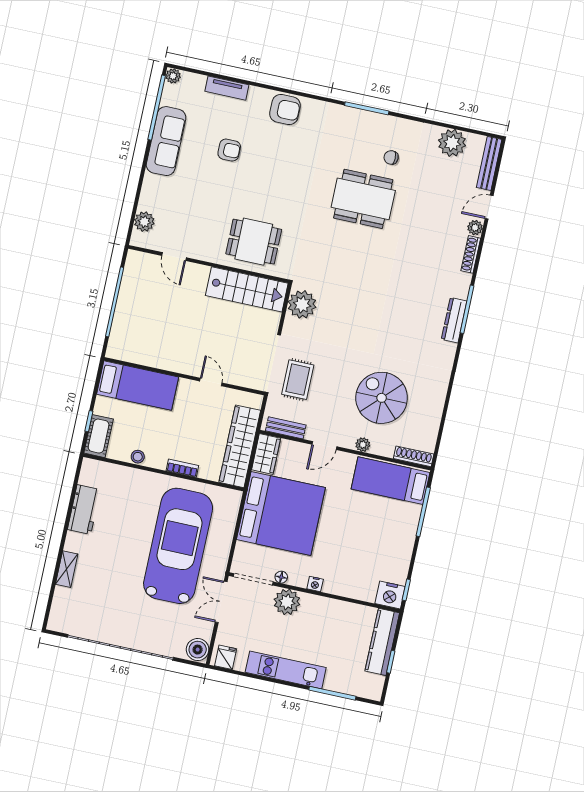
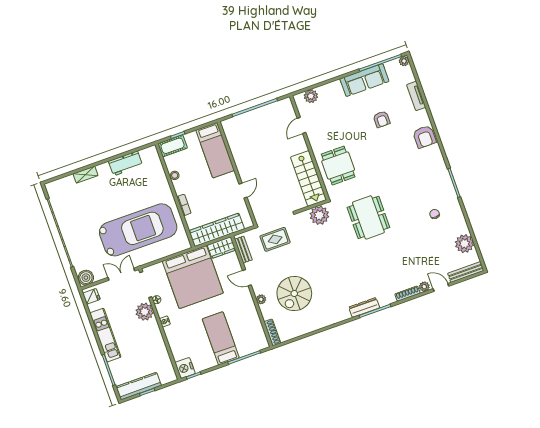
dining table: (363, 199) -> (368, 217), moved
spiral stairs: (382, 398) -> (294, 294), turned 180
bed: (391, 481) -> (221, 338), moved
kitchen counter: (382, 642) -> (139, 386), moved

